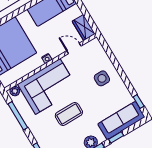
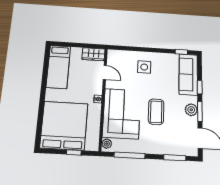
door: (74, 48) -> (105, 72), swing flipped

